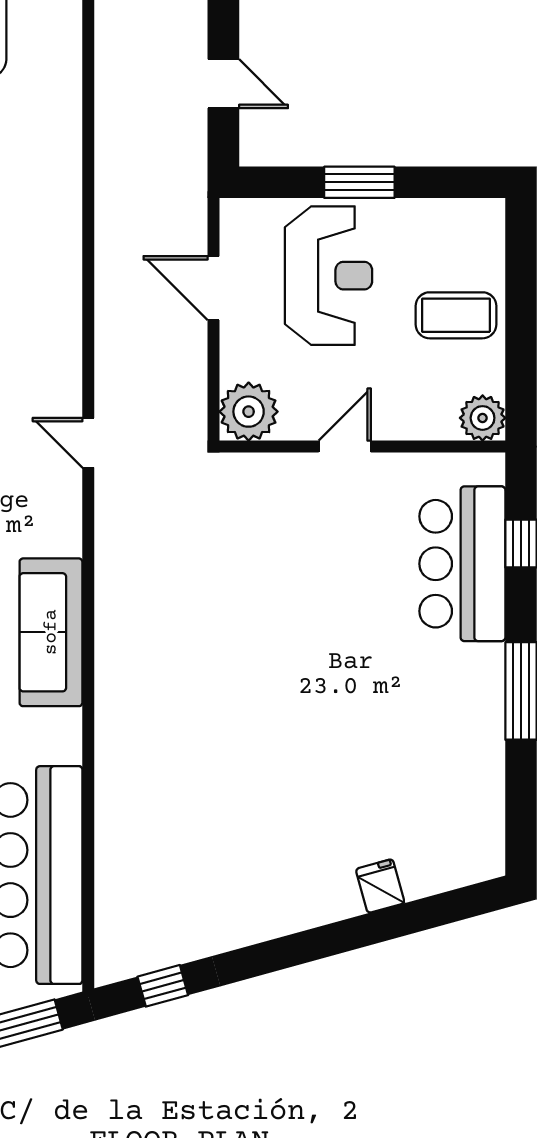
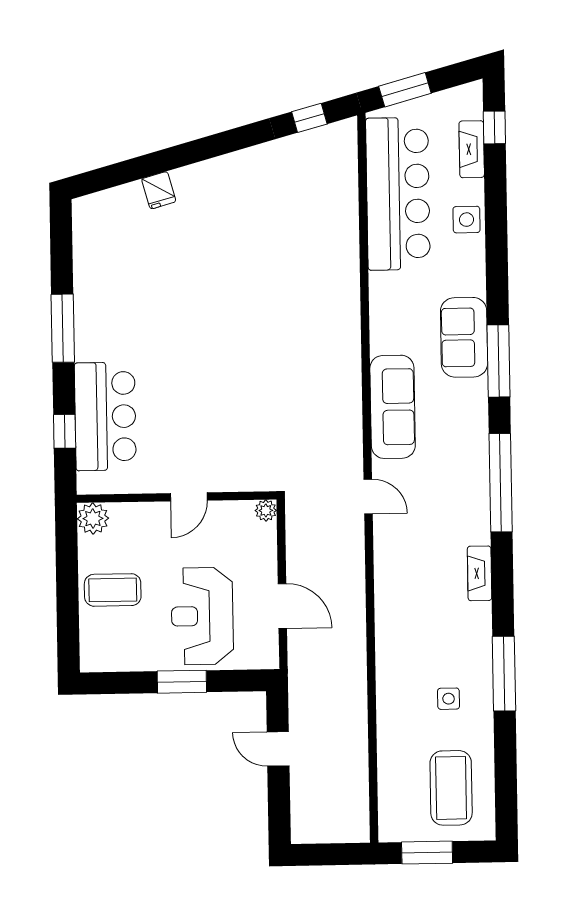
plant: (249, 412) -> (266, 510), width x0.53, depth x0.53
sofa: (51, 632) -> (393, 407), moved

